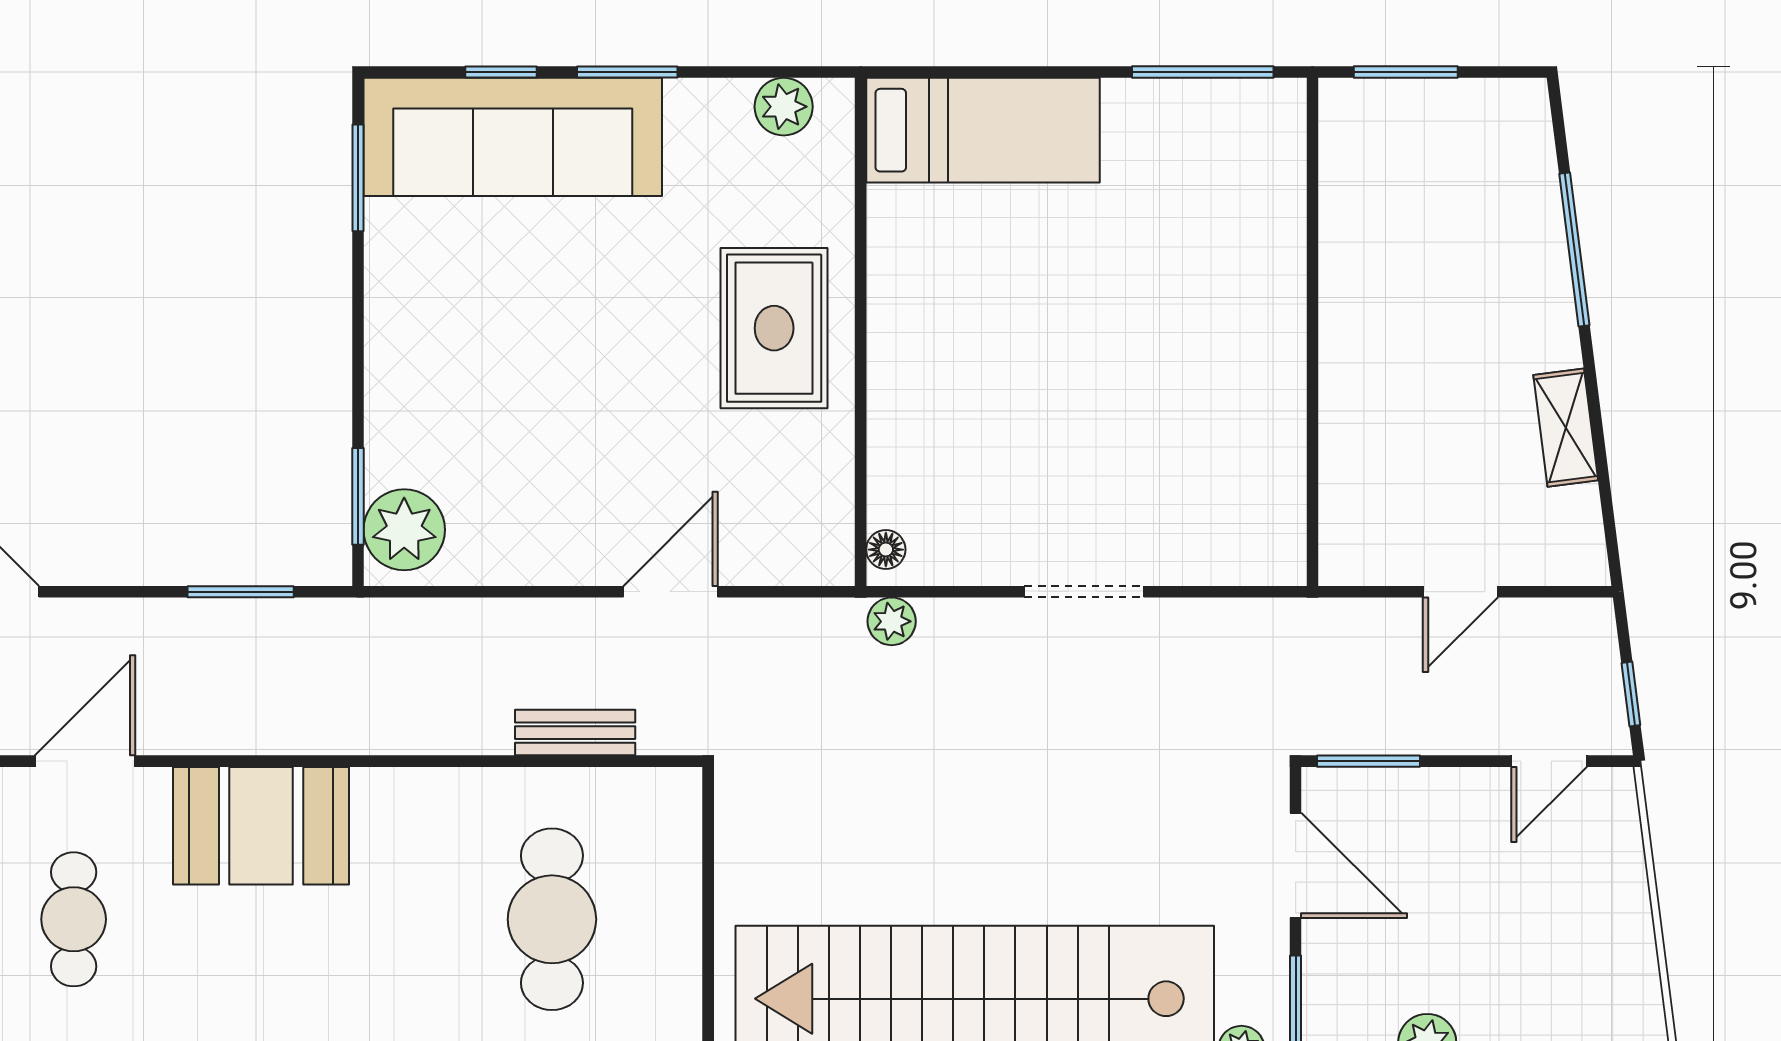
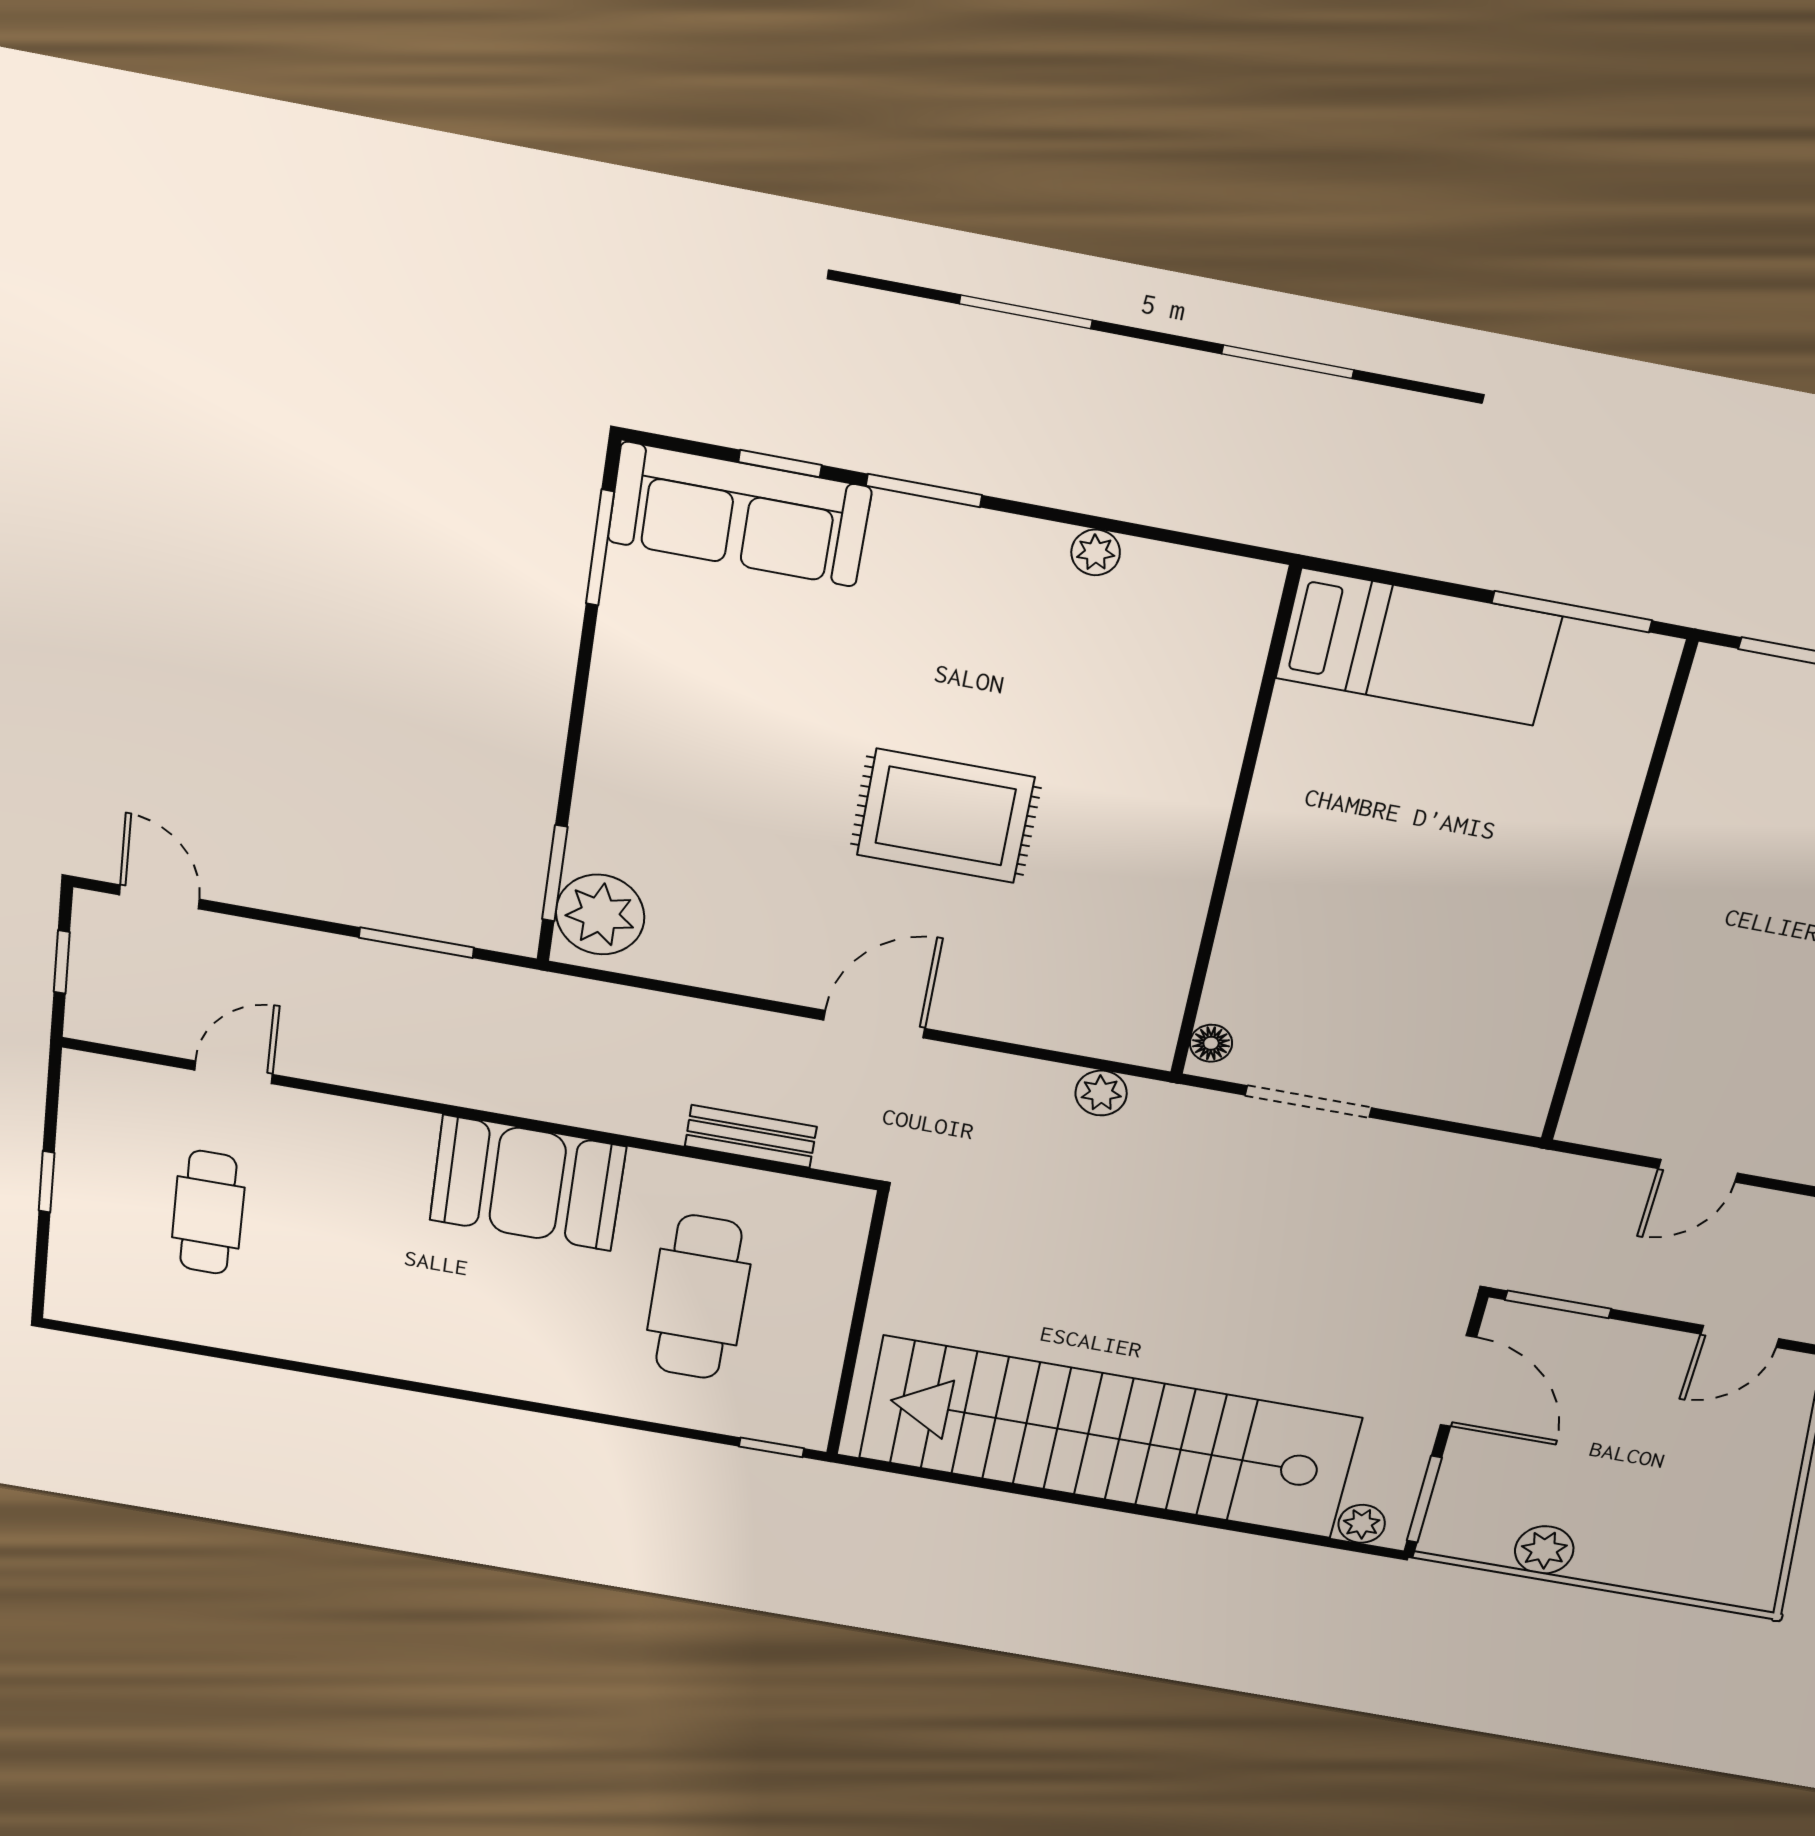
plant: (784, 107) -> (1096, 552), width x0.73, depth x0.73
bed: (983, 130) -> (1418, 647), moved
sofa: (513, 137) -> (739, 514), width x0.74, depth x0.79
rug: (774, 328) -> (945, 816), moved, turned 90
wall: (861, 332) -> (1234, 828), moved
floor lamp: (886, 550) -> (1211, 1043), moved
door: (85, 761) -> (234, 1072), width x0.73
booth: (261, 826) -> (528, 1183), moved

